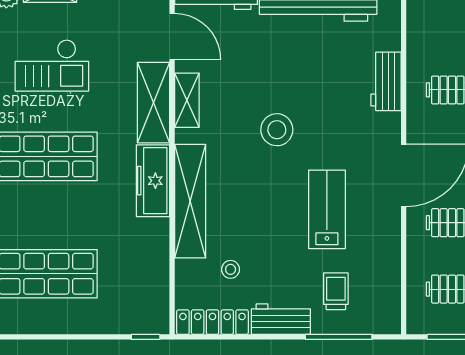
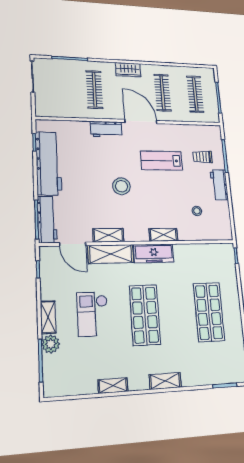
door: (172, 36) -> (73, 244), swing flipped
checkout: (52, 65) -> (93, 314), turned 180
workbench: (386, 81) -> (106, 129), moved
shelving: (190, 201) -> (163, 235), width x0.45, depth x0.75
locker: (212, 322) -> (225, 220), removed

